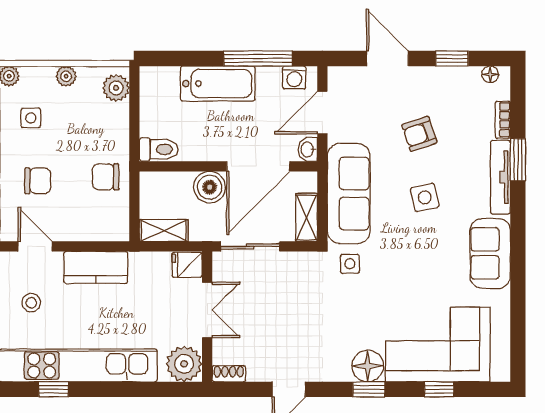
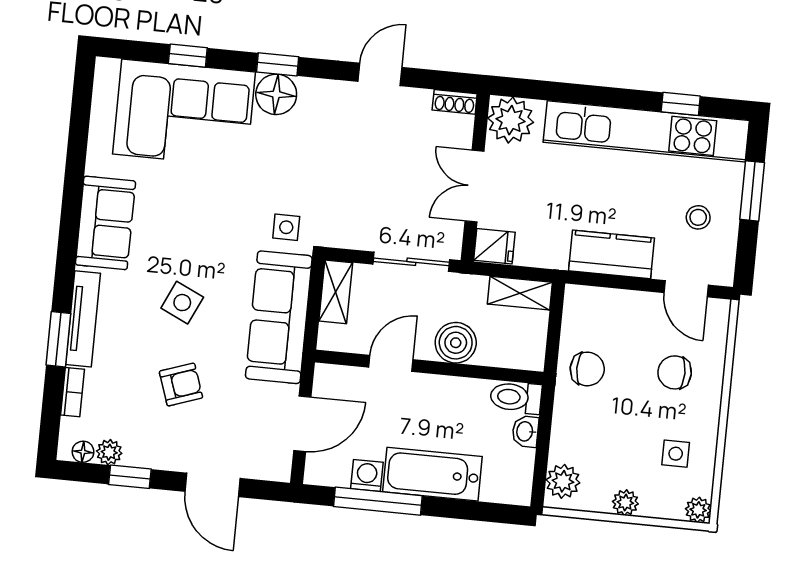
plant: (470, 76) -> (109, 452), added
washing machine: (294, 78) -> (367, 475), moved
washbasin: (308, 149) -> (525, 431), moved, turned 180
door: (258, 166) -> (391, 363), width x0.53
side table: (425, 197) -> (182, 303), turned 38

